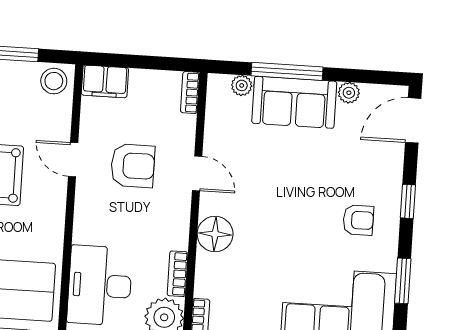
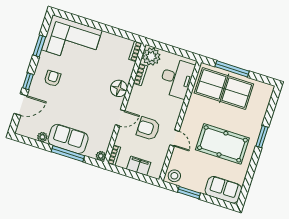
filing cabinet: (105, 81) -> (139, 166), moved
plant: (242, 85) -> (101, 156), moved
door: (413, 120) -> (20, 105), moved
door: (197, 173) -> (120, 118), swing flipped
armchair: (358, 220) -> (53, 78), turned 90

